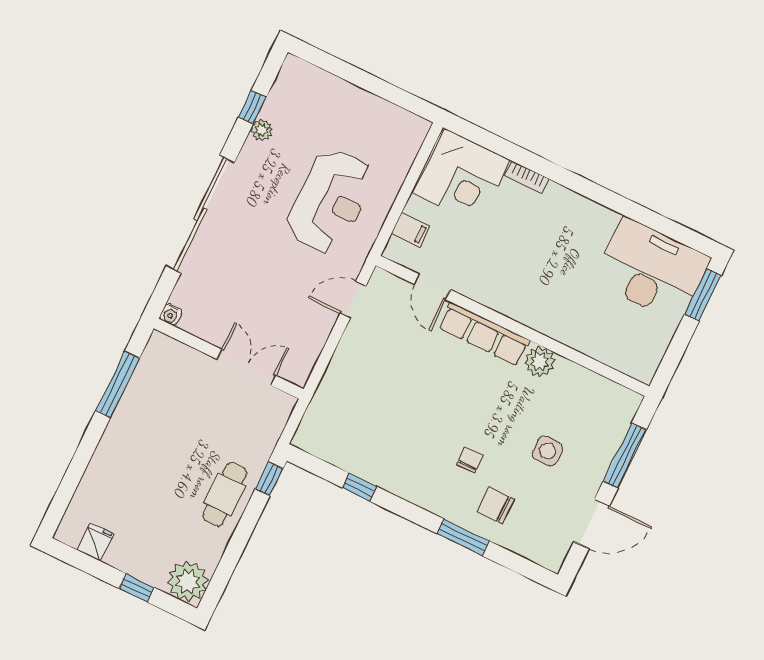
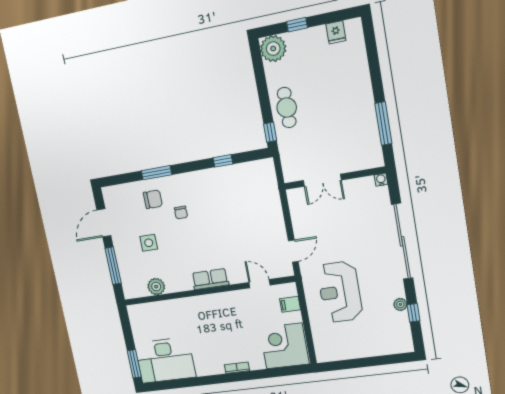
bookcase: (527, 177) -> (237, 368), moved
row of seats: (484, 334) -> (210, 279), width x0.68
plant: (540, 362) -> (156, 287), moved

